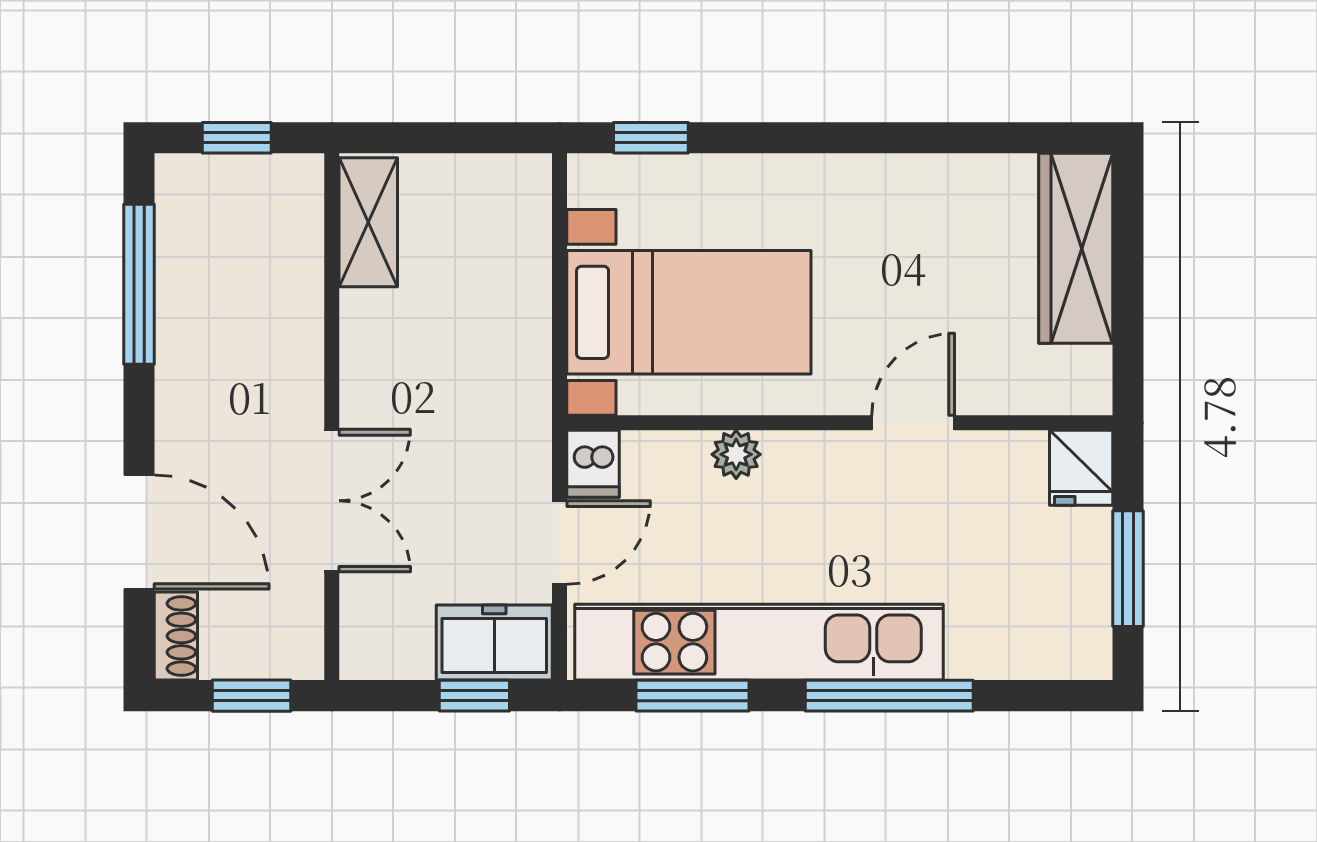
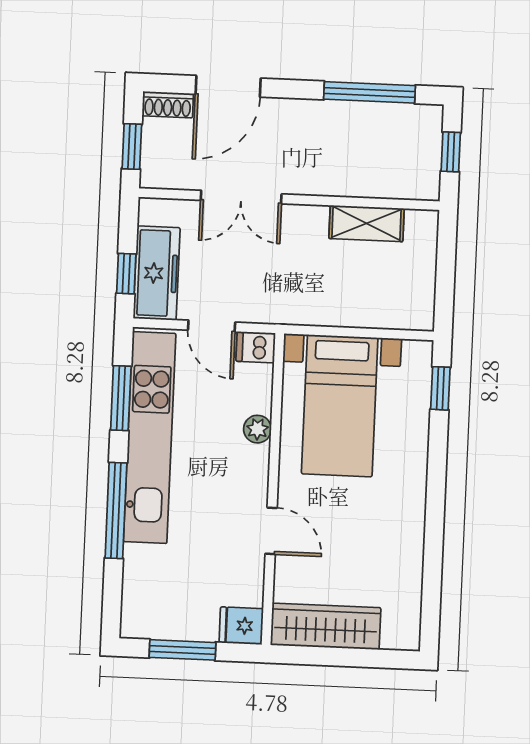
shelving: (368, 222) -> (367, 223), moved
wardrobe: (1076, 248) -> (326, 626), moved
freezer: (494, 643) -> (157, 273), width x1.40

